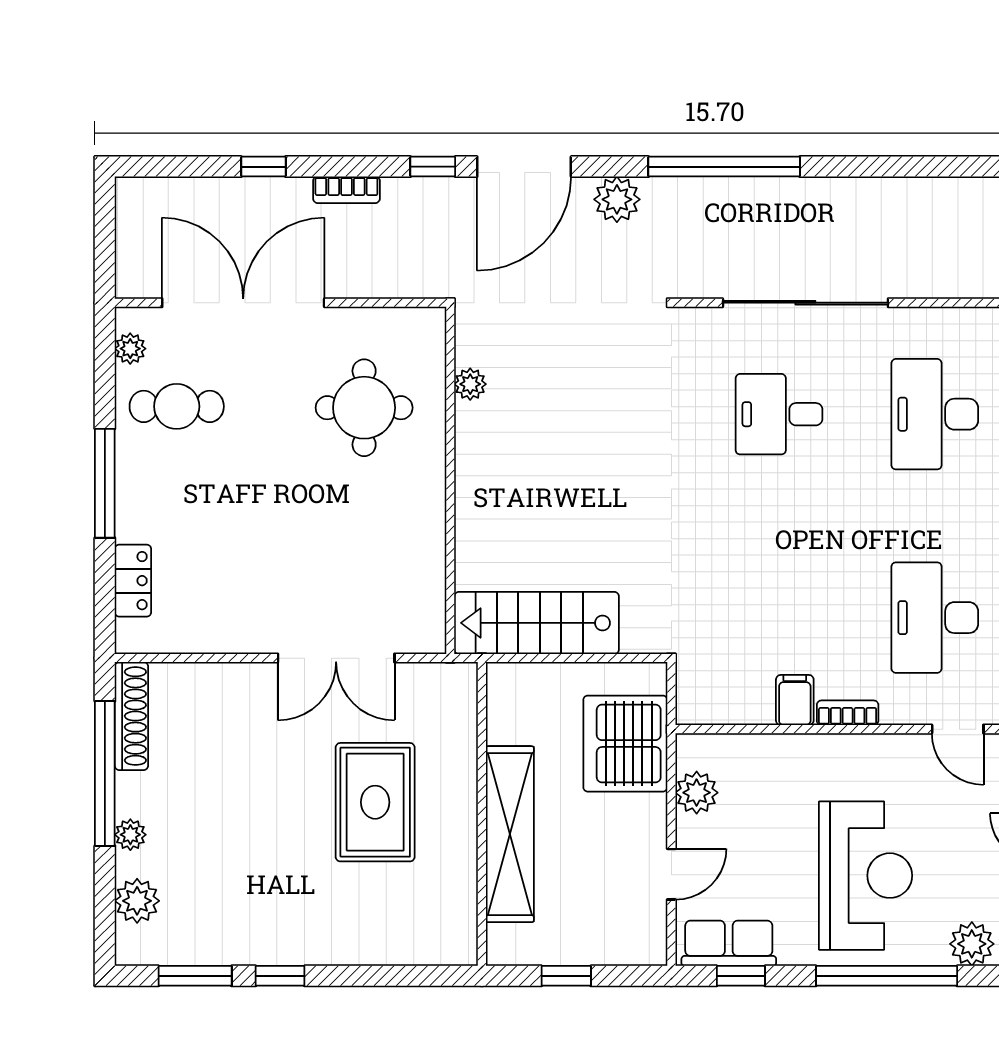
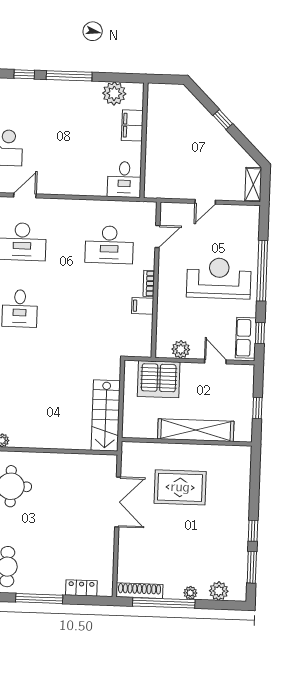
plant: (972, 944) -> (250, 234), removed

